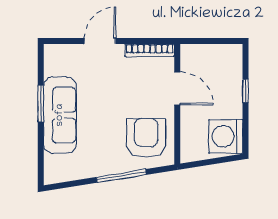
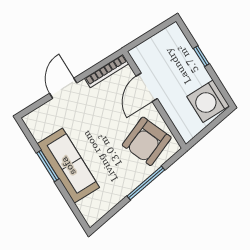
door: (177, 88) -> (147, 87), swing flipped
armchair: (146, 138) -> (147, 141), turned -112

